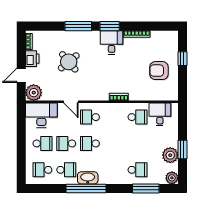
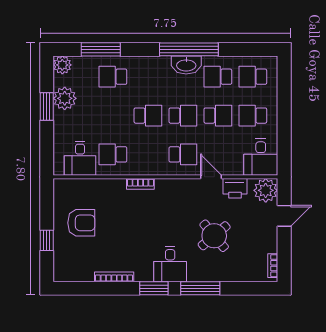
desk: (112, 42) -> (170, 264), moved
printer: (32, 59) -> (235, 188), moved, turned -90
desk: (41, 115) -> (261, 157), width x0.73
school desk: (114, 143) -> (148, 116), added
school desk: (42, 170) -> (253, 77), turned 180

